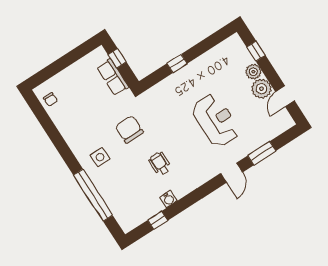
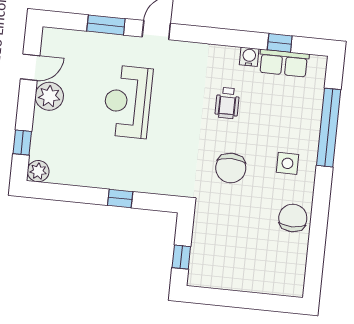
plant: (253, 72) -> (38, 171), moved
row of seats: (113, 77) -> (284, 63), moved, turned 90
chair: (50, 99) -> (293, 218), moved, width x1.87, depth x1.87

